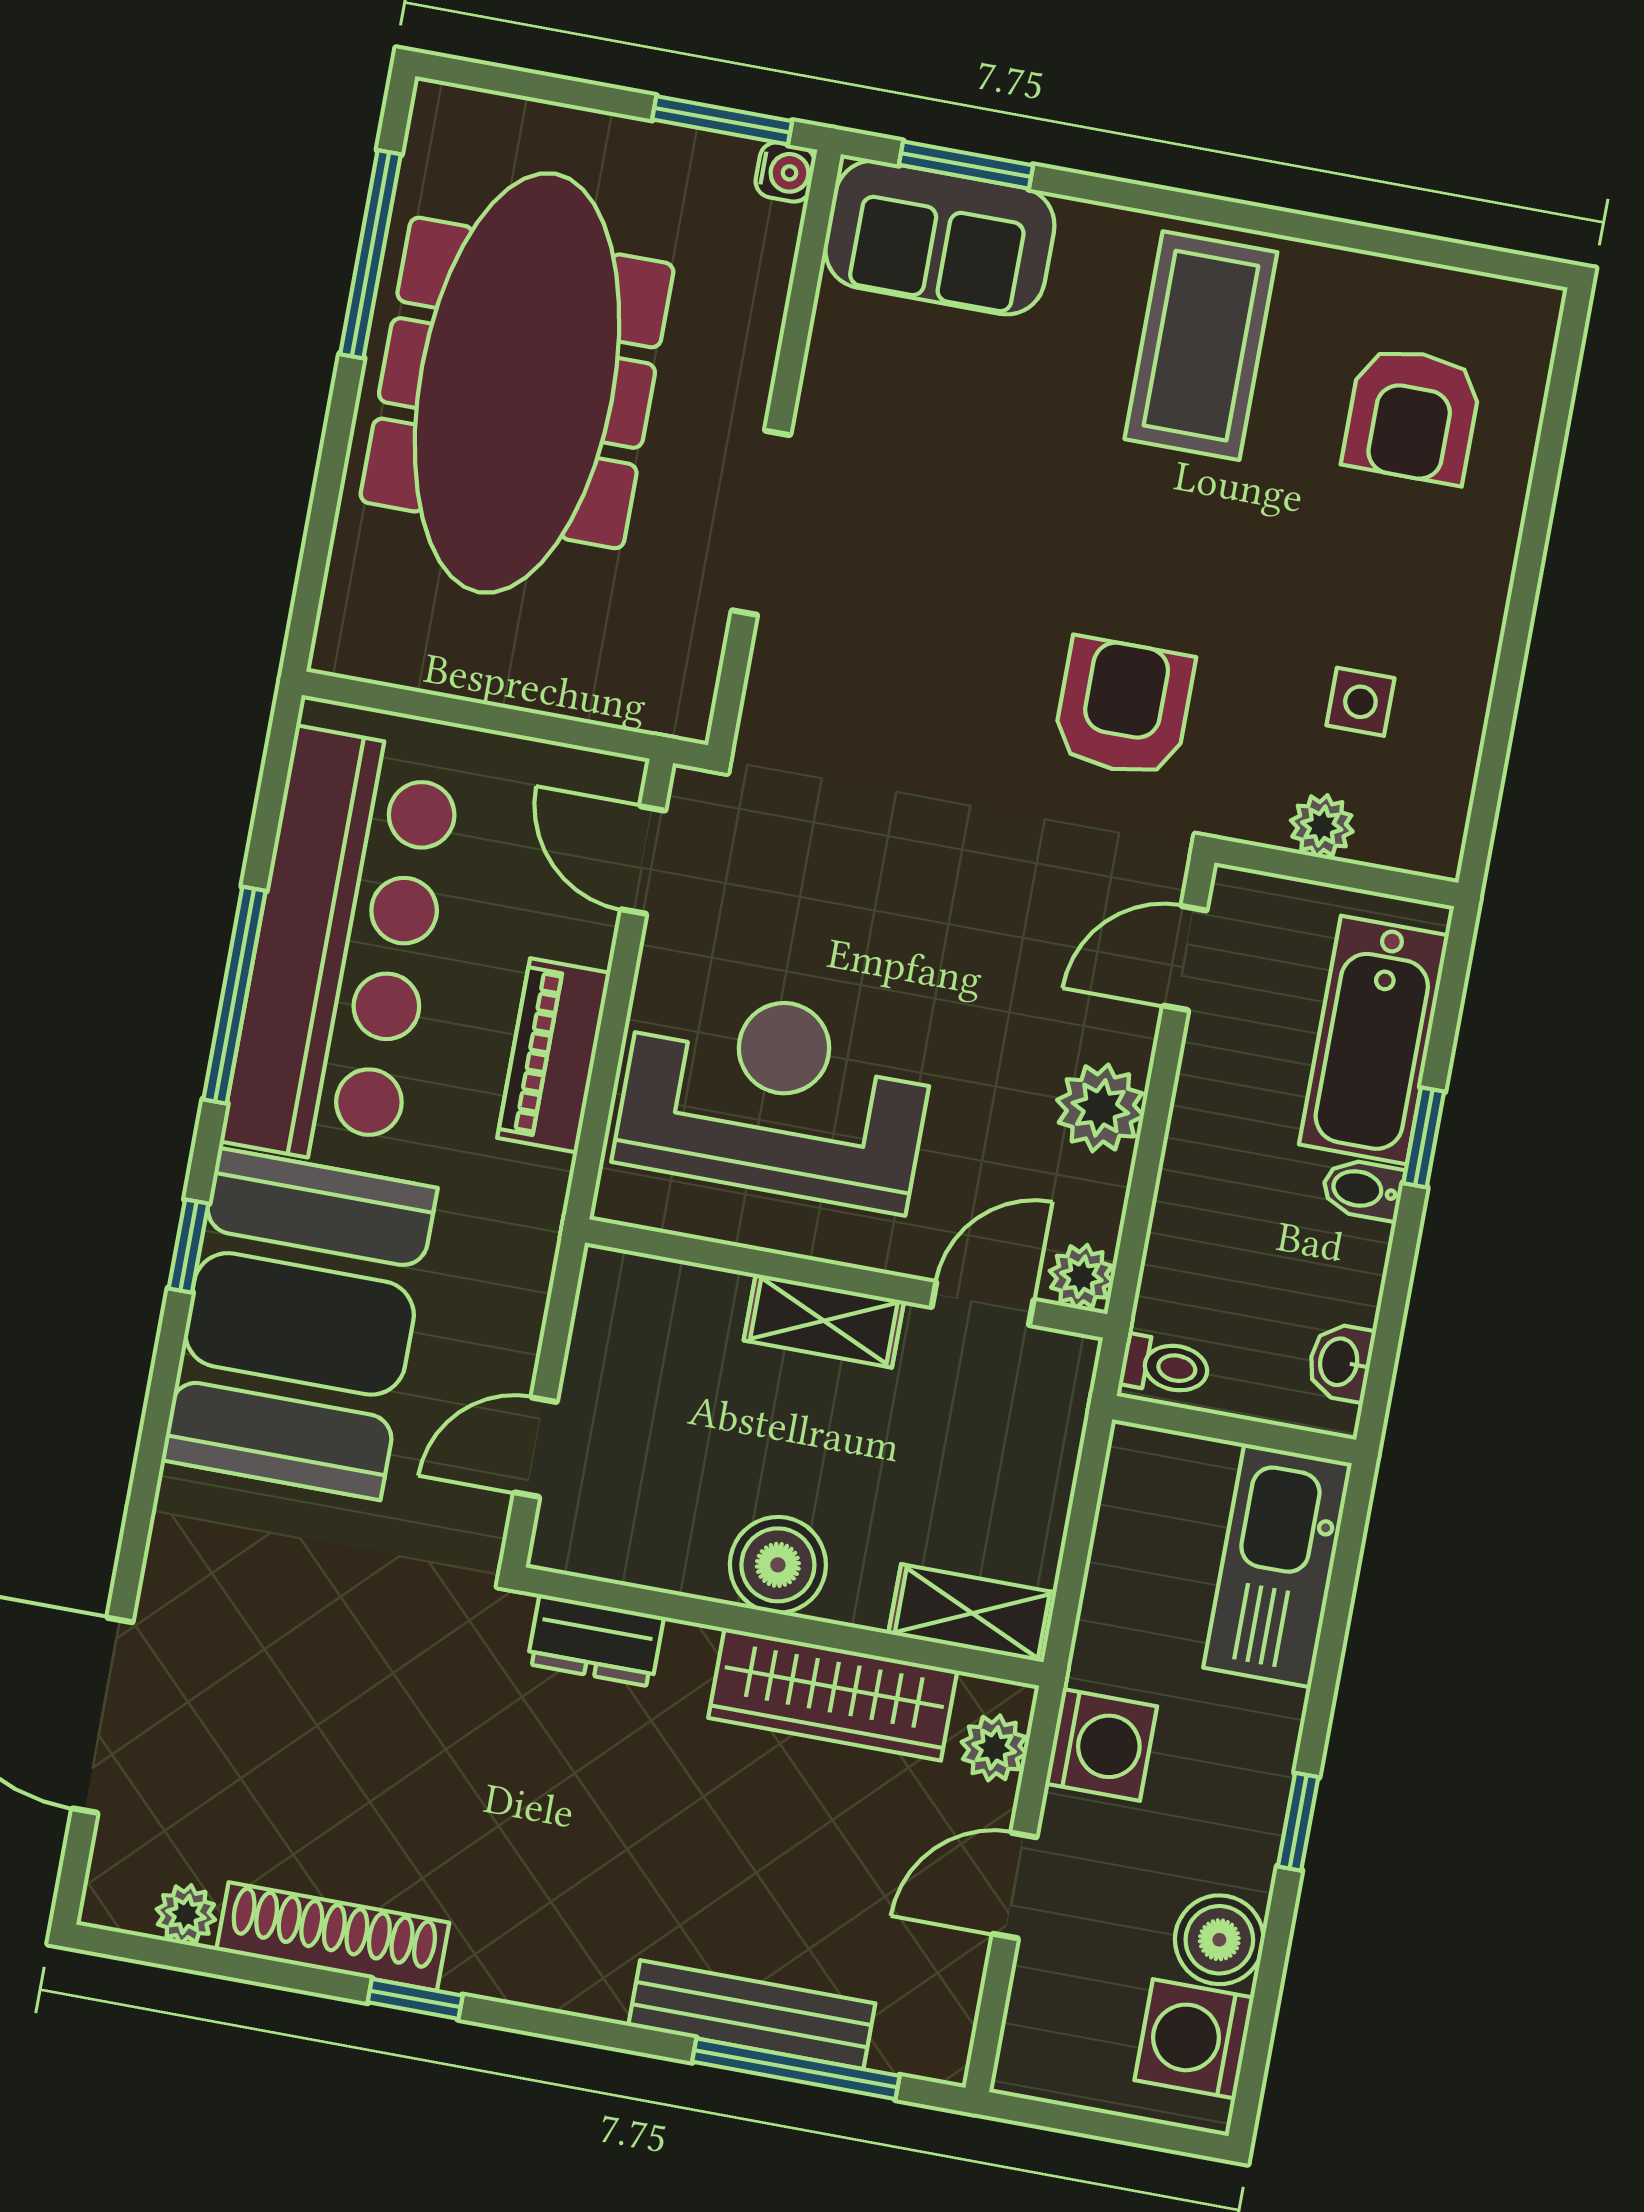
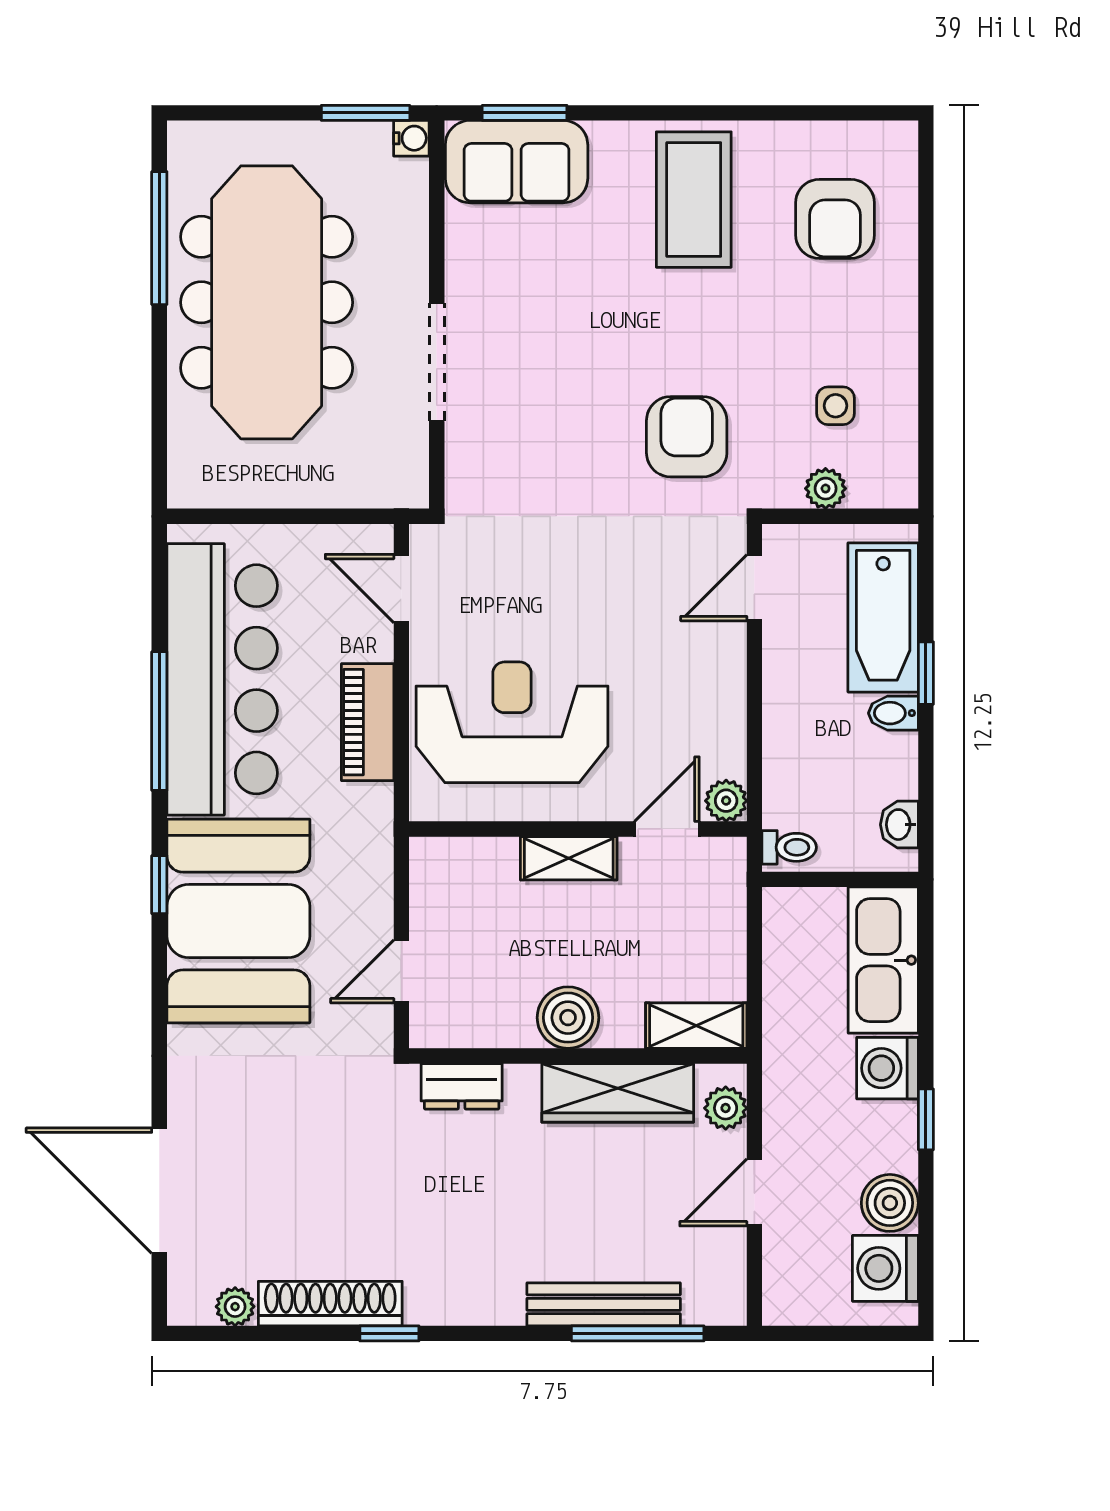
plant: (1100, 1108) -> (719, 692), removed
washing machine: (1101, 1745) -> (888, 1068), moved, turned 180

